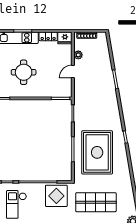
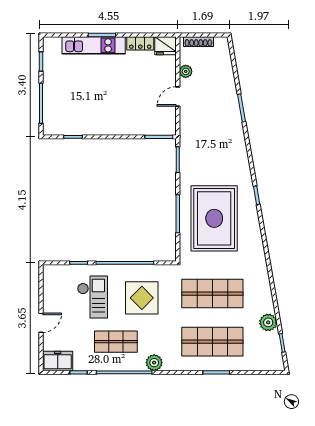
round table: (24, 72) -> (103, 98), removed
display table: (56, 196) -> (142, 298), moved
checkout: (16, 204) -> (92, 297), turned 180

